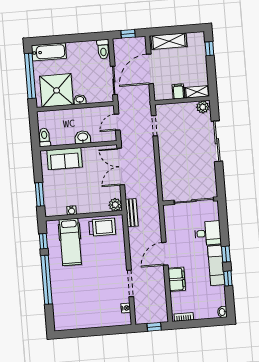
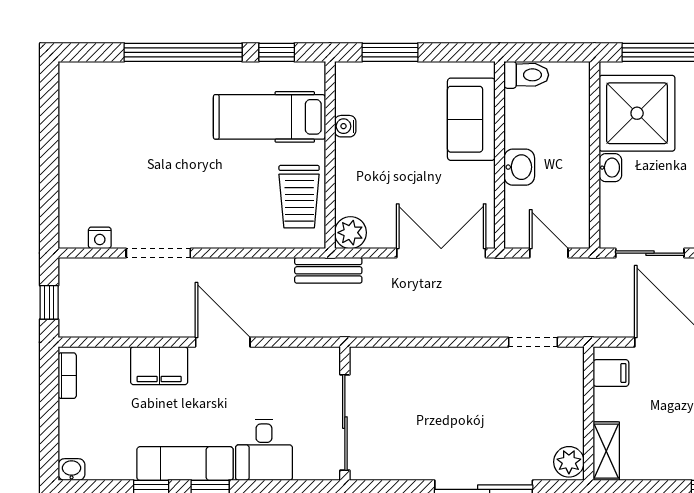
filing cabinet: (178, 91) -> (611, 373), moved

